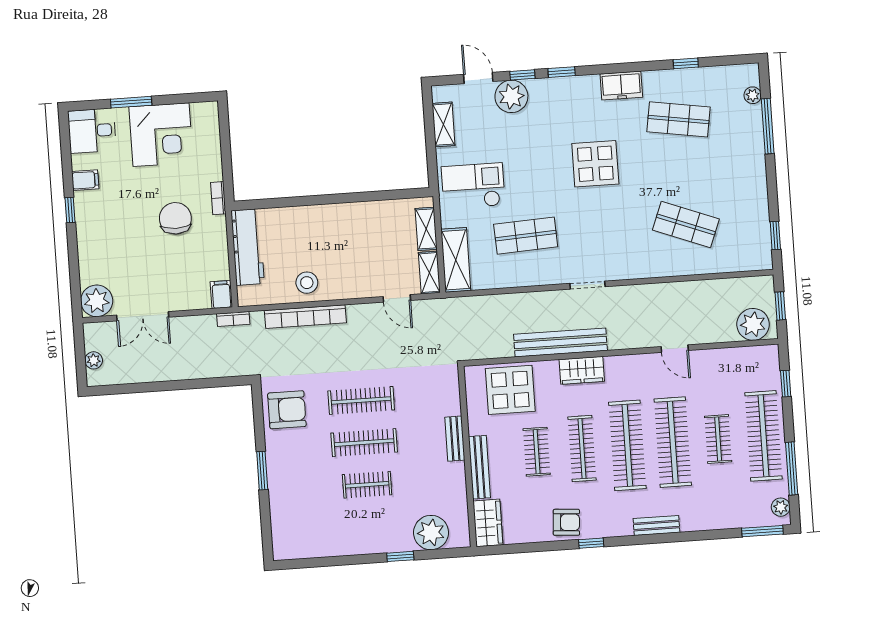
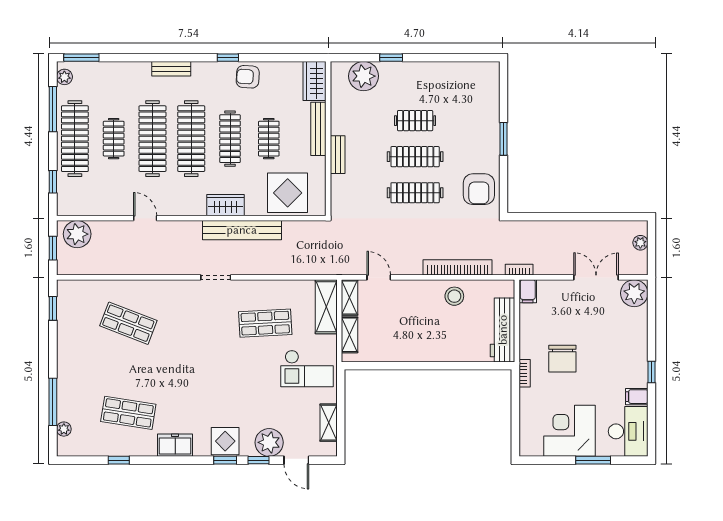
desk: (92, 131) -> (628, 431), width x1.37
display table: (595, 164) -> (225, 441), moved, width x0.73, depth x0.73
armchair: (287, 410) -> (479, 189), turned -90

